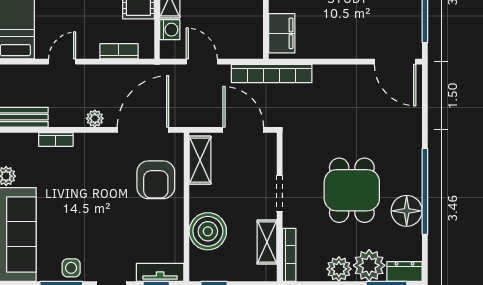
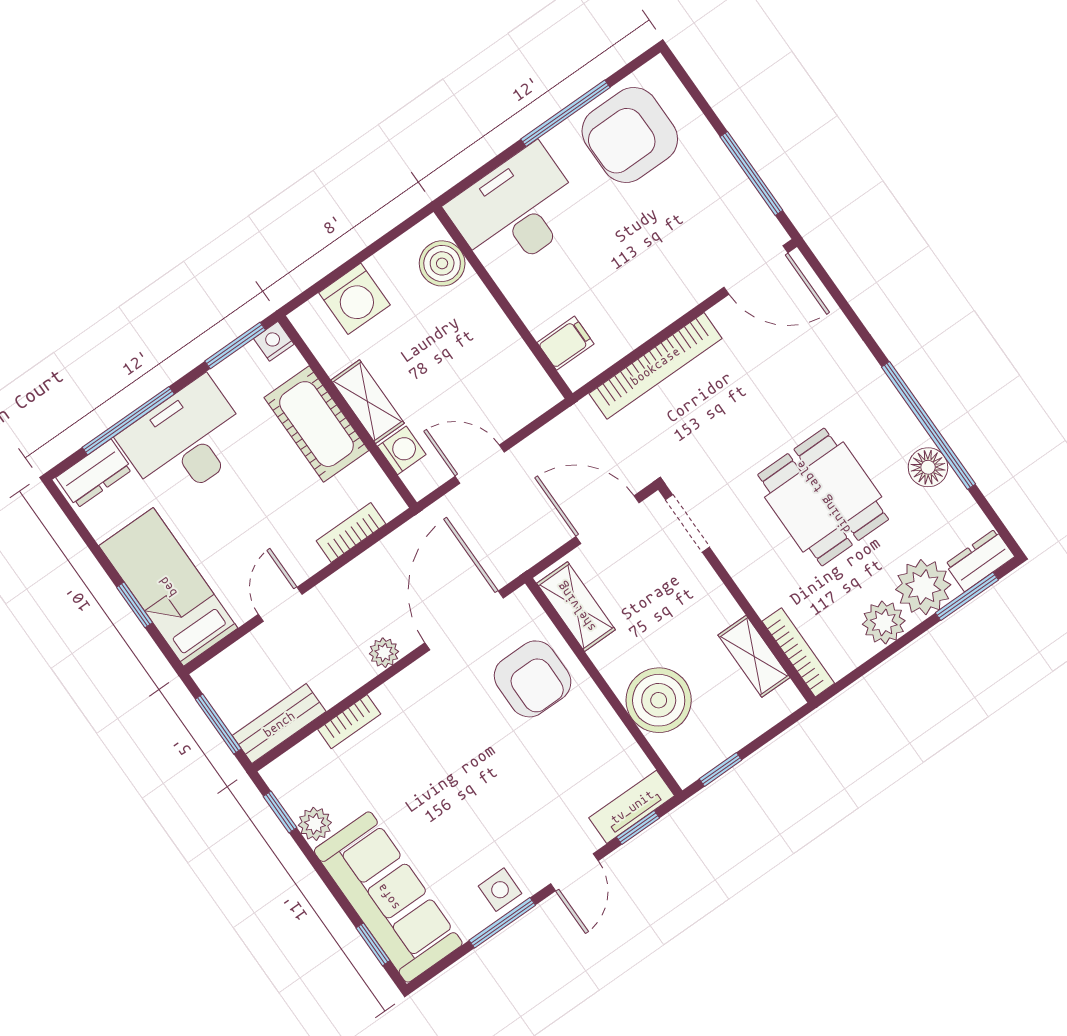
filing cabinet: (282, 33) -> (566, 343), width x0.50
bookcase: (272, 74) -> (655, 366), moved
doorway: (280, 193) -> (687, 523), moved
floor lamp: (407, 211) -> (928, 467), width x0.73, depth x0.73

